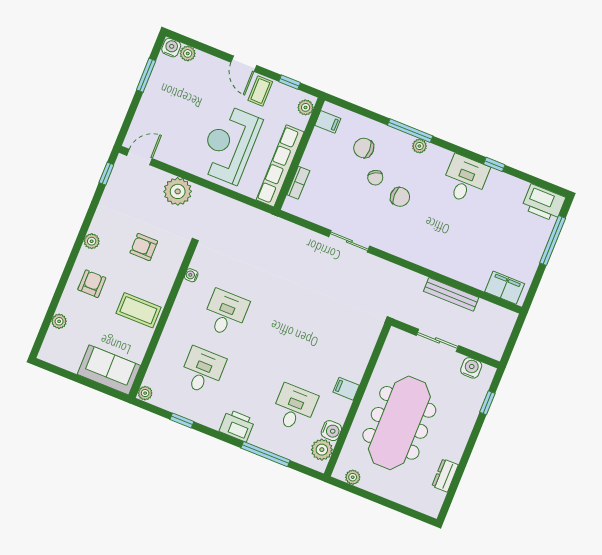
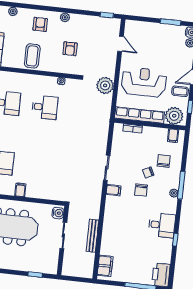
plant: (306, 107) -> (174, 116), width x1.88, depth x1.88
door: (140, 157) -> (120, 44), moved
plant: (178, 191) -> (105, 85), moved
filing cabinet: (388, 241) -> (114, 190), added
armchair: (144, 247) -> (70, 49), turned 180
armchair: (92, 284) -> (40, 24), turned -90
water cooler: (471, 368) -> (58, 213), moved

